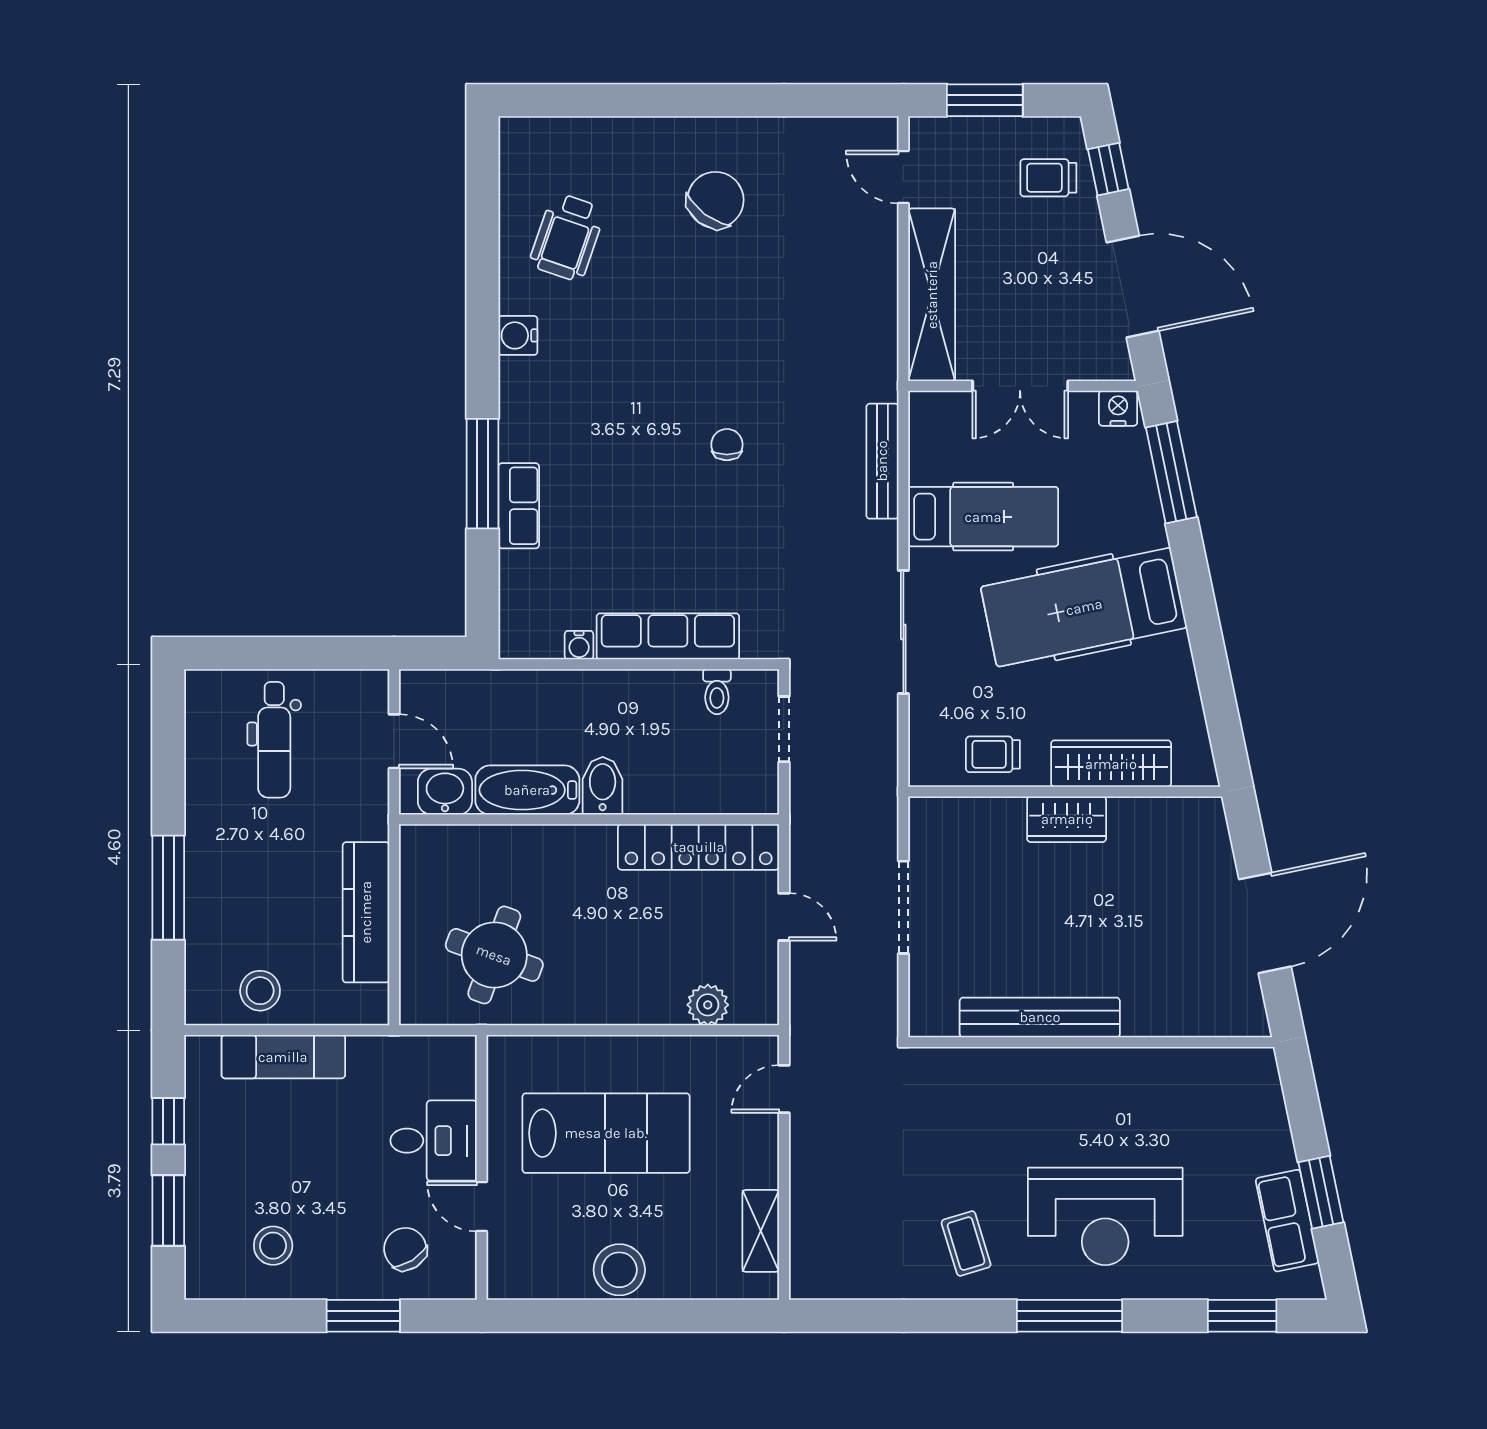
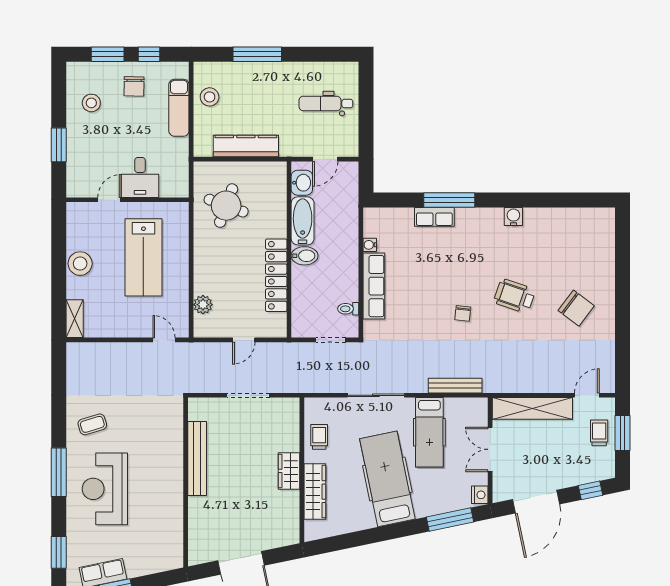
trolley: (1048, 178) -> (599, 433), moved
wheelchair: (567, 237) -> (514, 296), moved
chair: (727, 445) -> (463, 313), turned 96
locker: (699, 847) -> (276, 275), moved
shelving: (761, 1231) -> (75, 319), moved, turned 90
chair: (405, 1249) -> (134, 86), moved, turned 123

